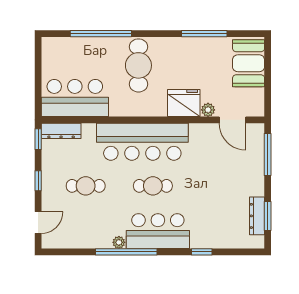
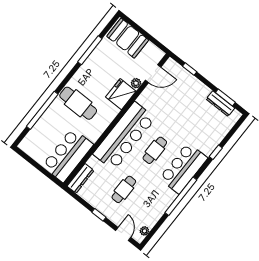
window: (38, 139) -> (75, 196), removed
window: (268, 155) -> (190, 69), width x0.46
plant: (119, 242) -> (144, 231), moved

